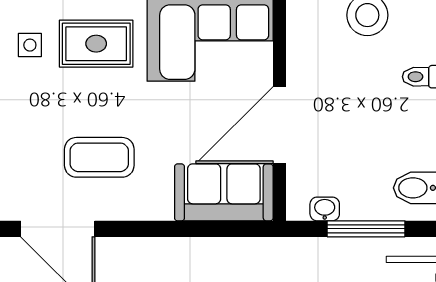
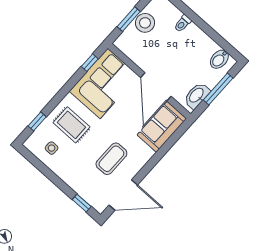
rug: (96, 44) -> (71, 125), turned 90
washbasin: (325, 209) -> (197, 95), width x1.91, depth x1.45

